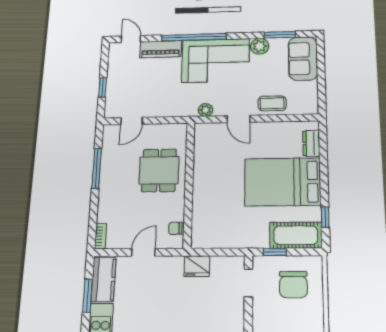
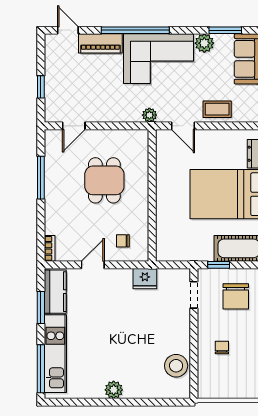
wall: (189, 184) -> (152, 195), moved

